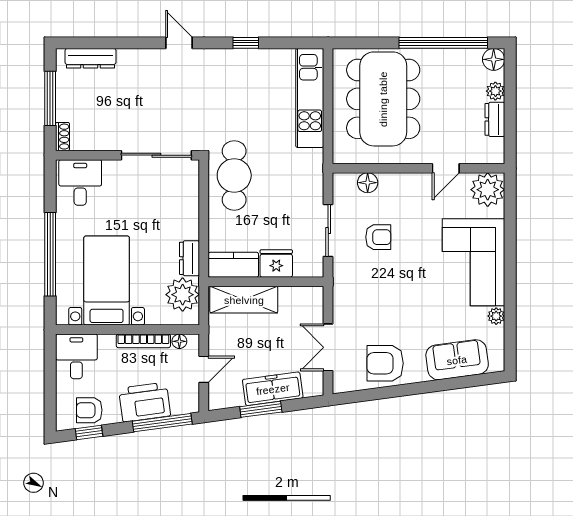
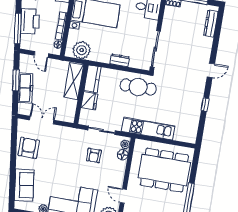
kitchen unit: (310, 98) -> (148, 129), moved
plant: (347, 181) -> (125, 144), added
dresser: (190, 258) -> (120, 60), moved

